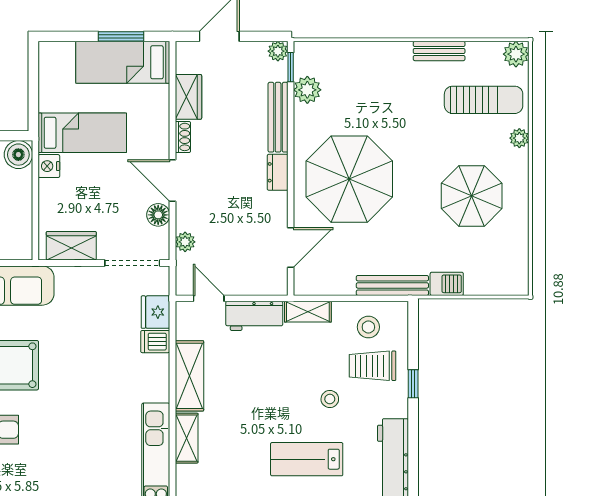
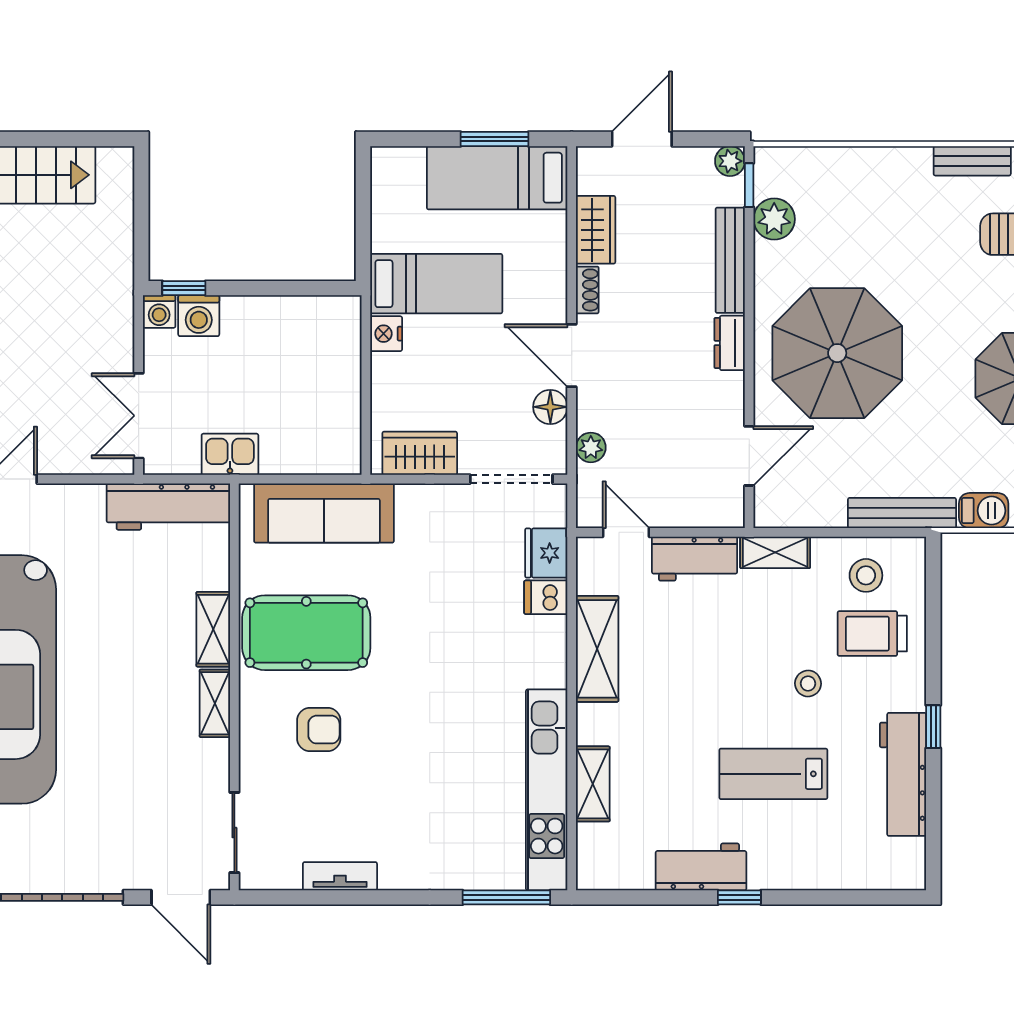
boiler: (18, 155) -> (340, 316), removed
window: (413, 384) -> (933, 727), moved
shelving: (187, 438) -> (593, 784), moved

